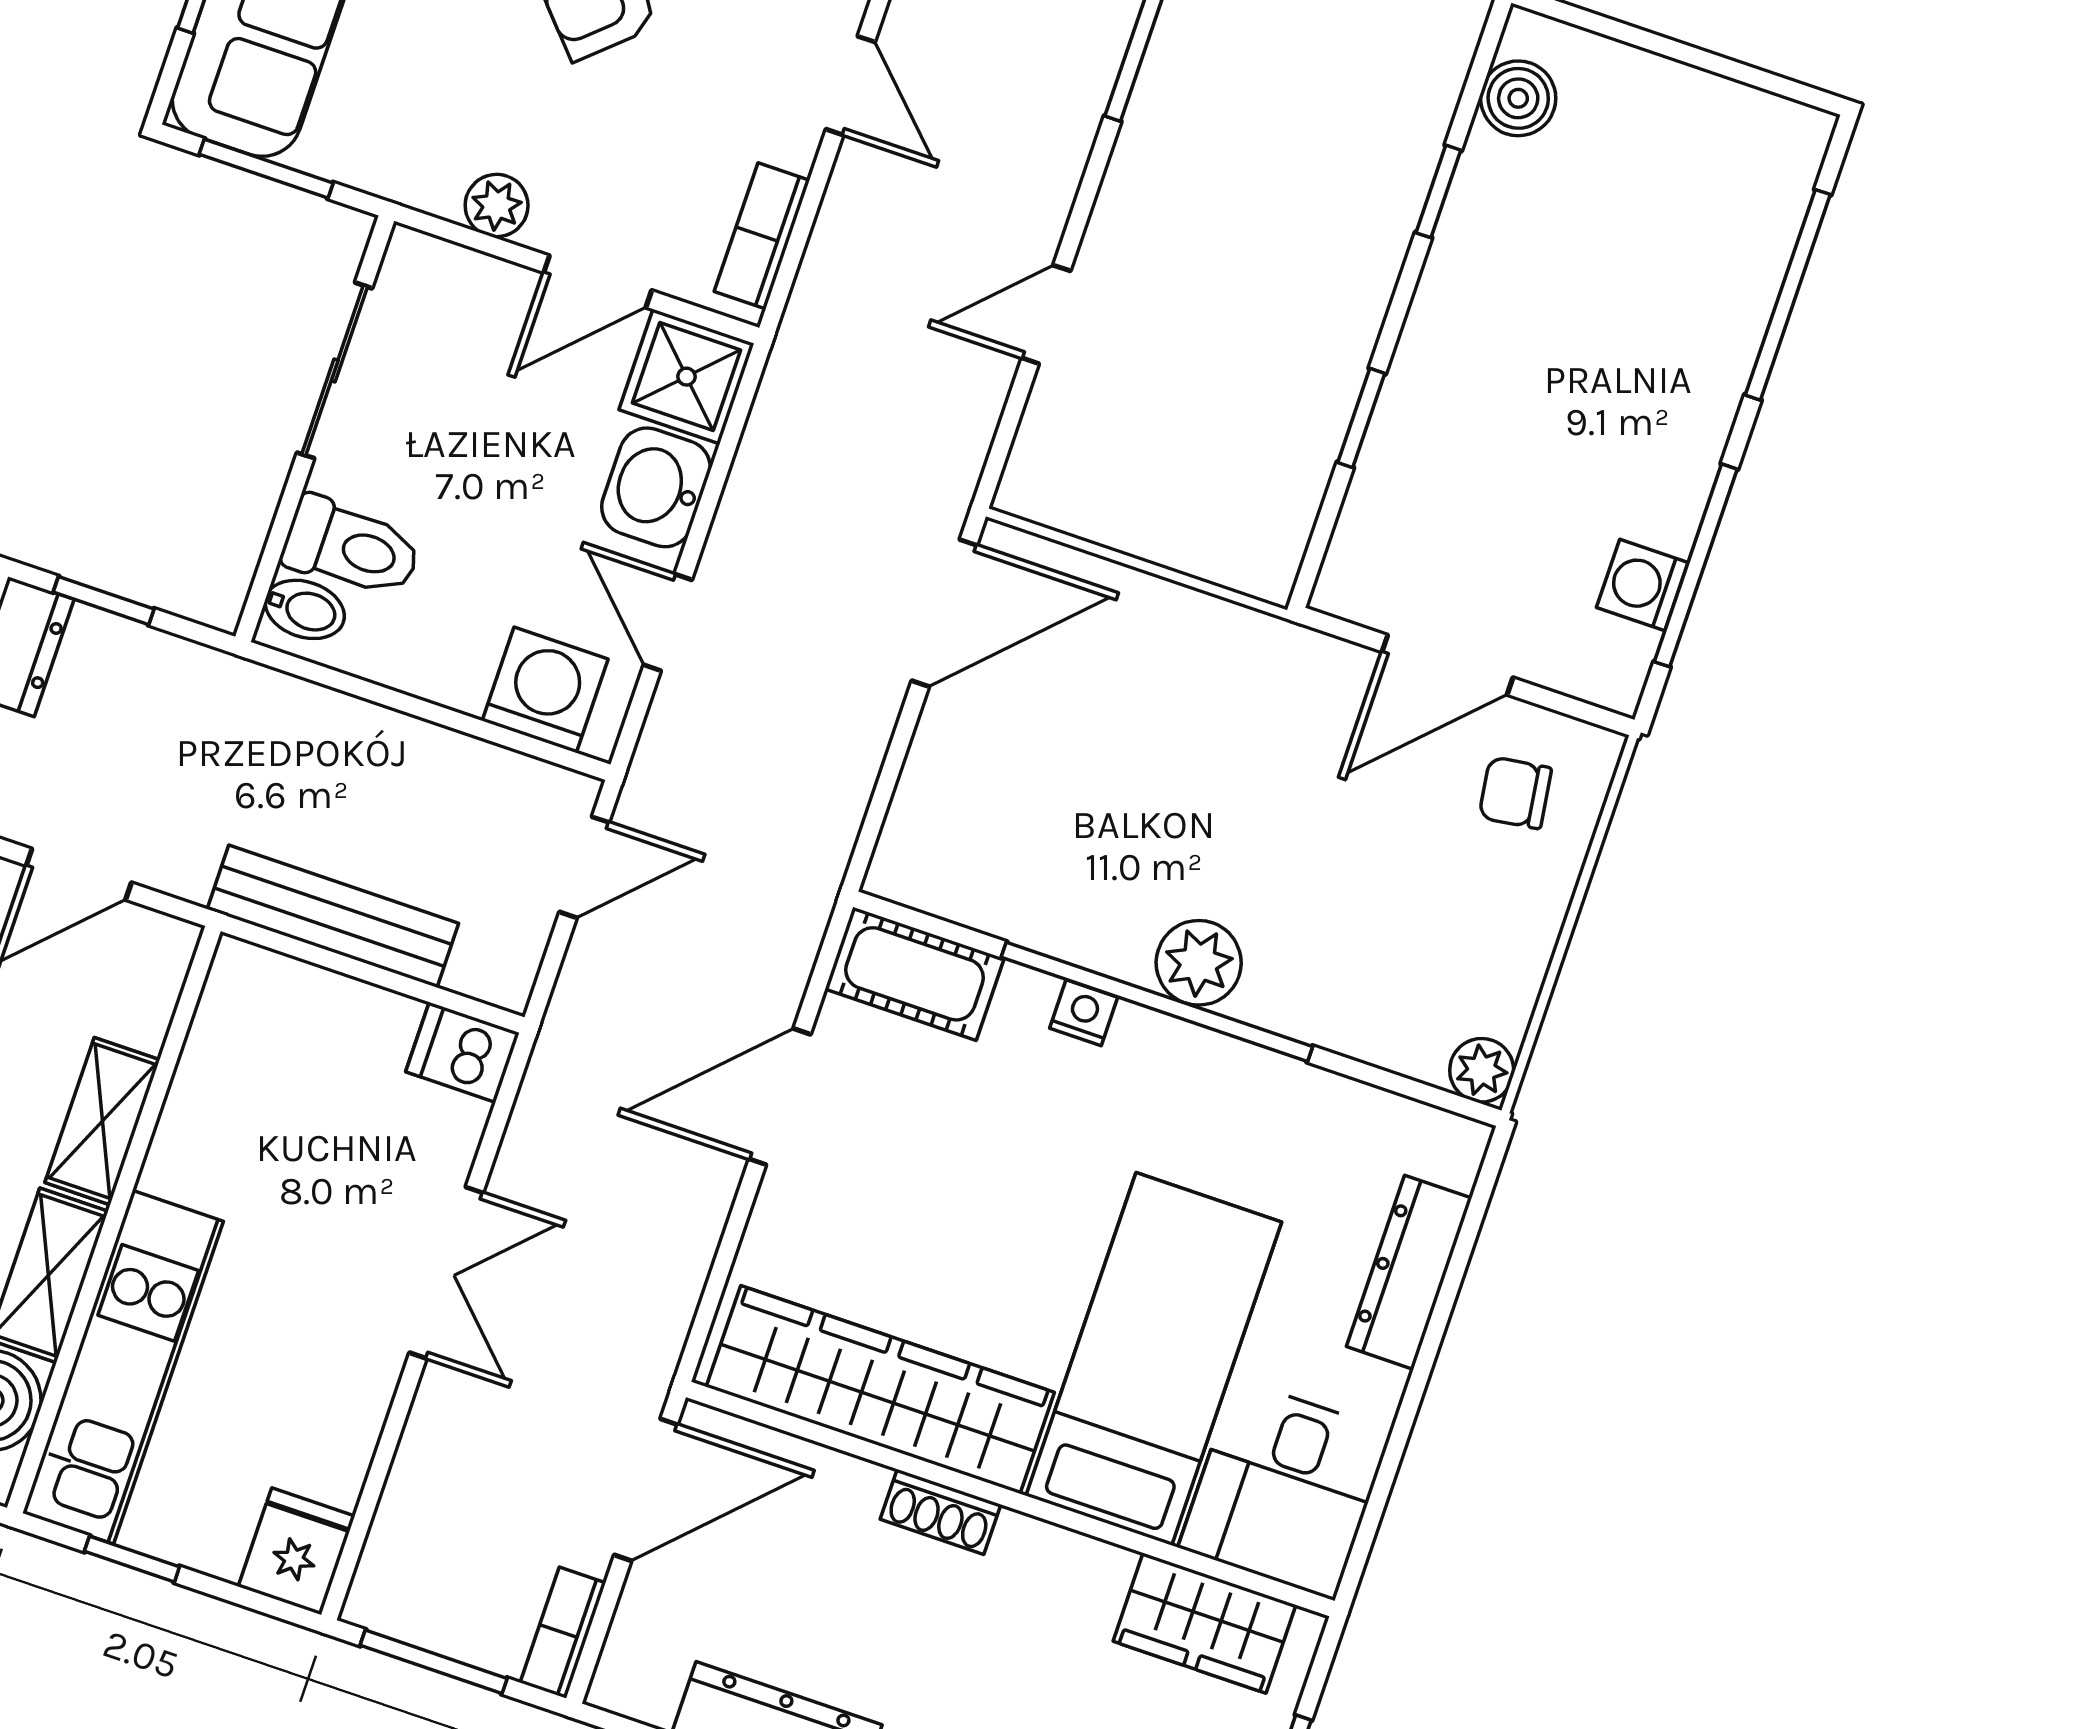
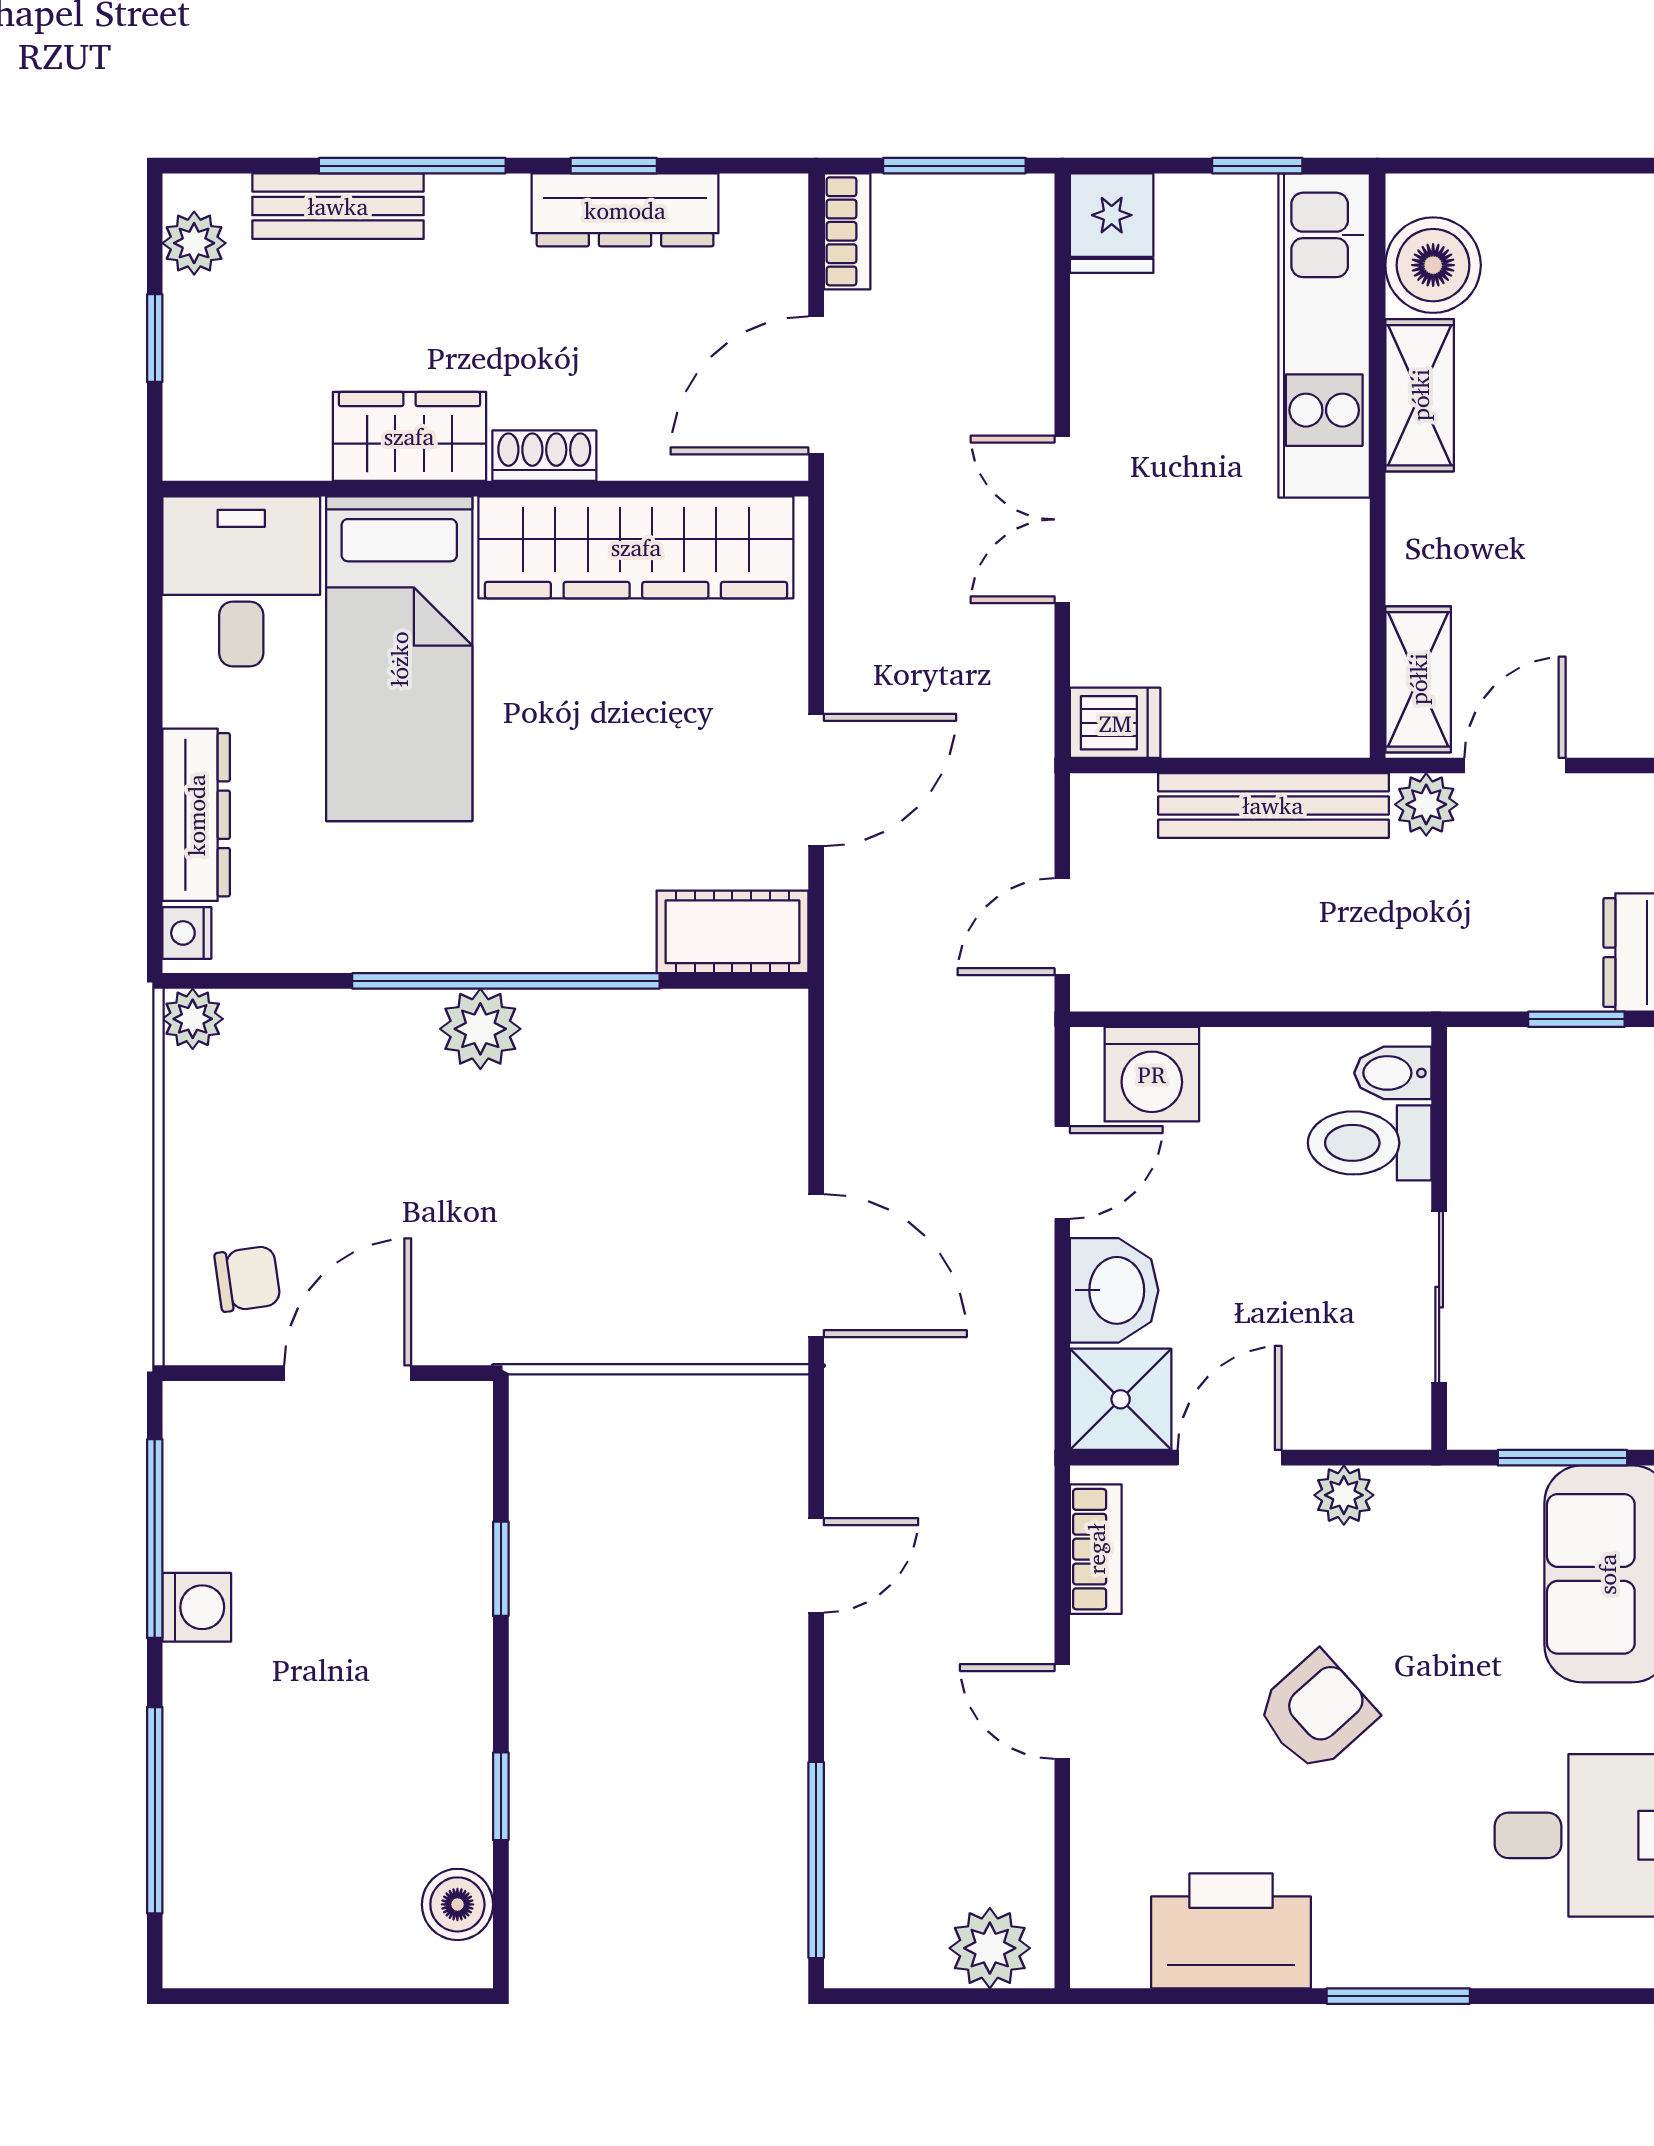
washing machine: (1642, 585) -> (197, 1607), moved
door: (944, 613) -> (816, 1266), swing flipped
door: (668, 622) -> (1062, 1172), hinge flipped
plant: (180, 865) -> (1426, 804), added
nightstand: (1084, 1013) -> (187, 933), moved, turned 90
shelving: (102, 1121) -> (1418, 679), moved
wardrobe: (1205, 1623) -> (409, 436), moved

